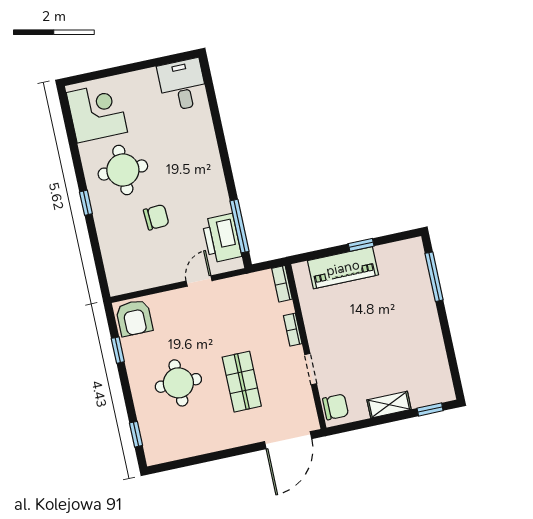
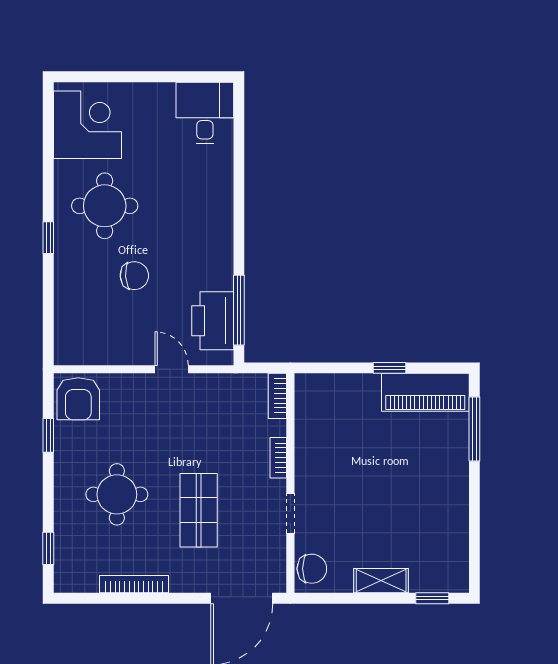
piano: (343, 268) -> (425, 392), moved
door: (199, 281) -> (172, 369), hinge flipped
bookcase: (206, 447) -> (134, 584), added

